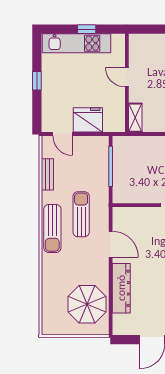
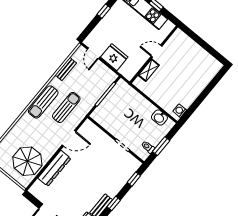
door: (127, 77) -> (156, 51), hinge flipped
shelving: (135, 118) -> (149, 70), moved
door: (111, 244) -> (69, 138), hinge flipped

